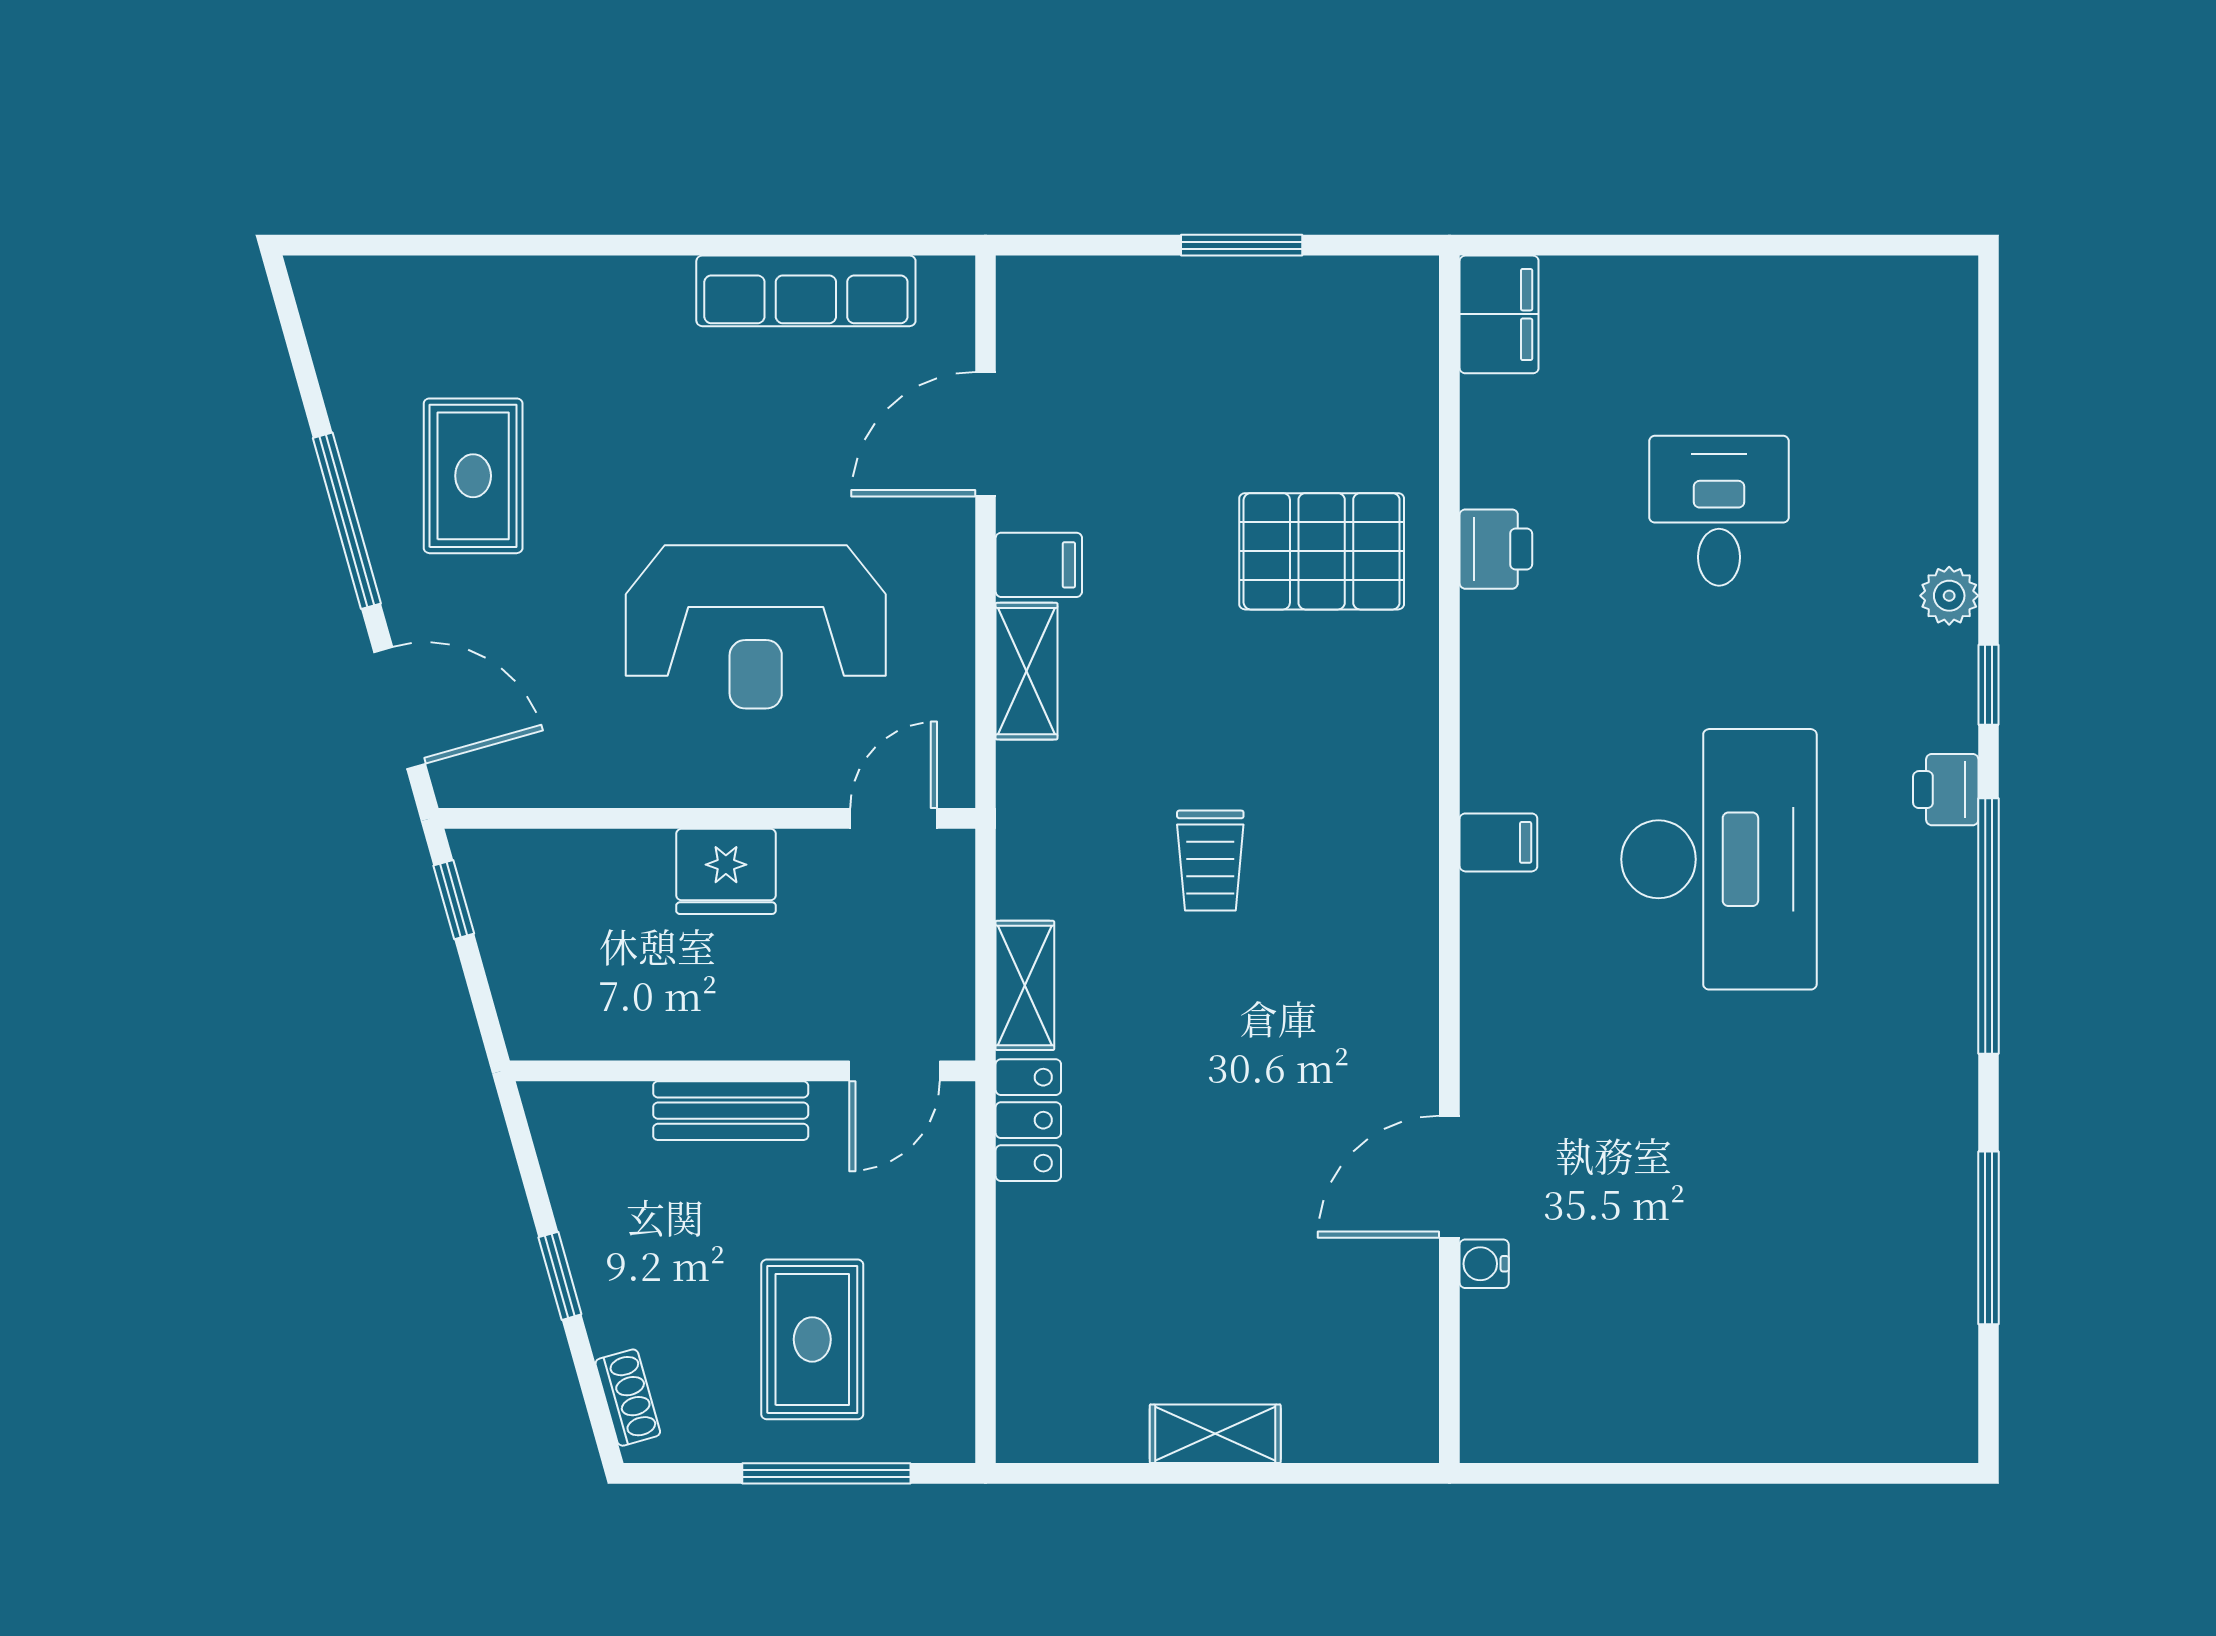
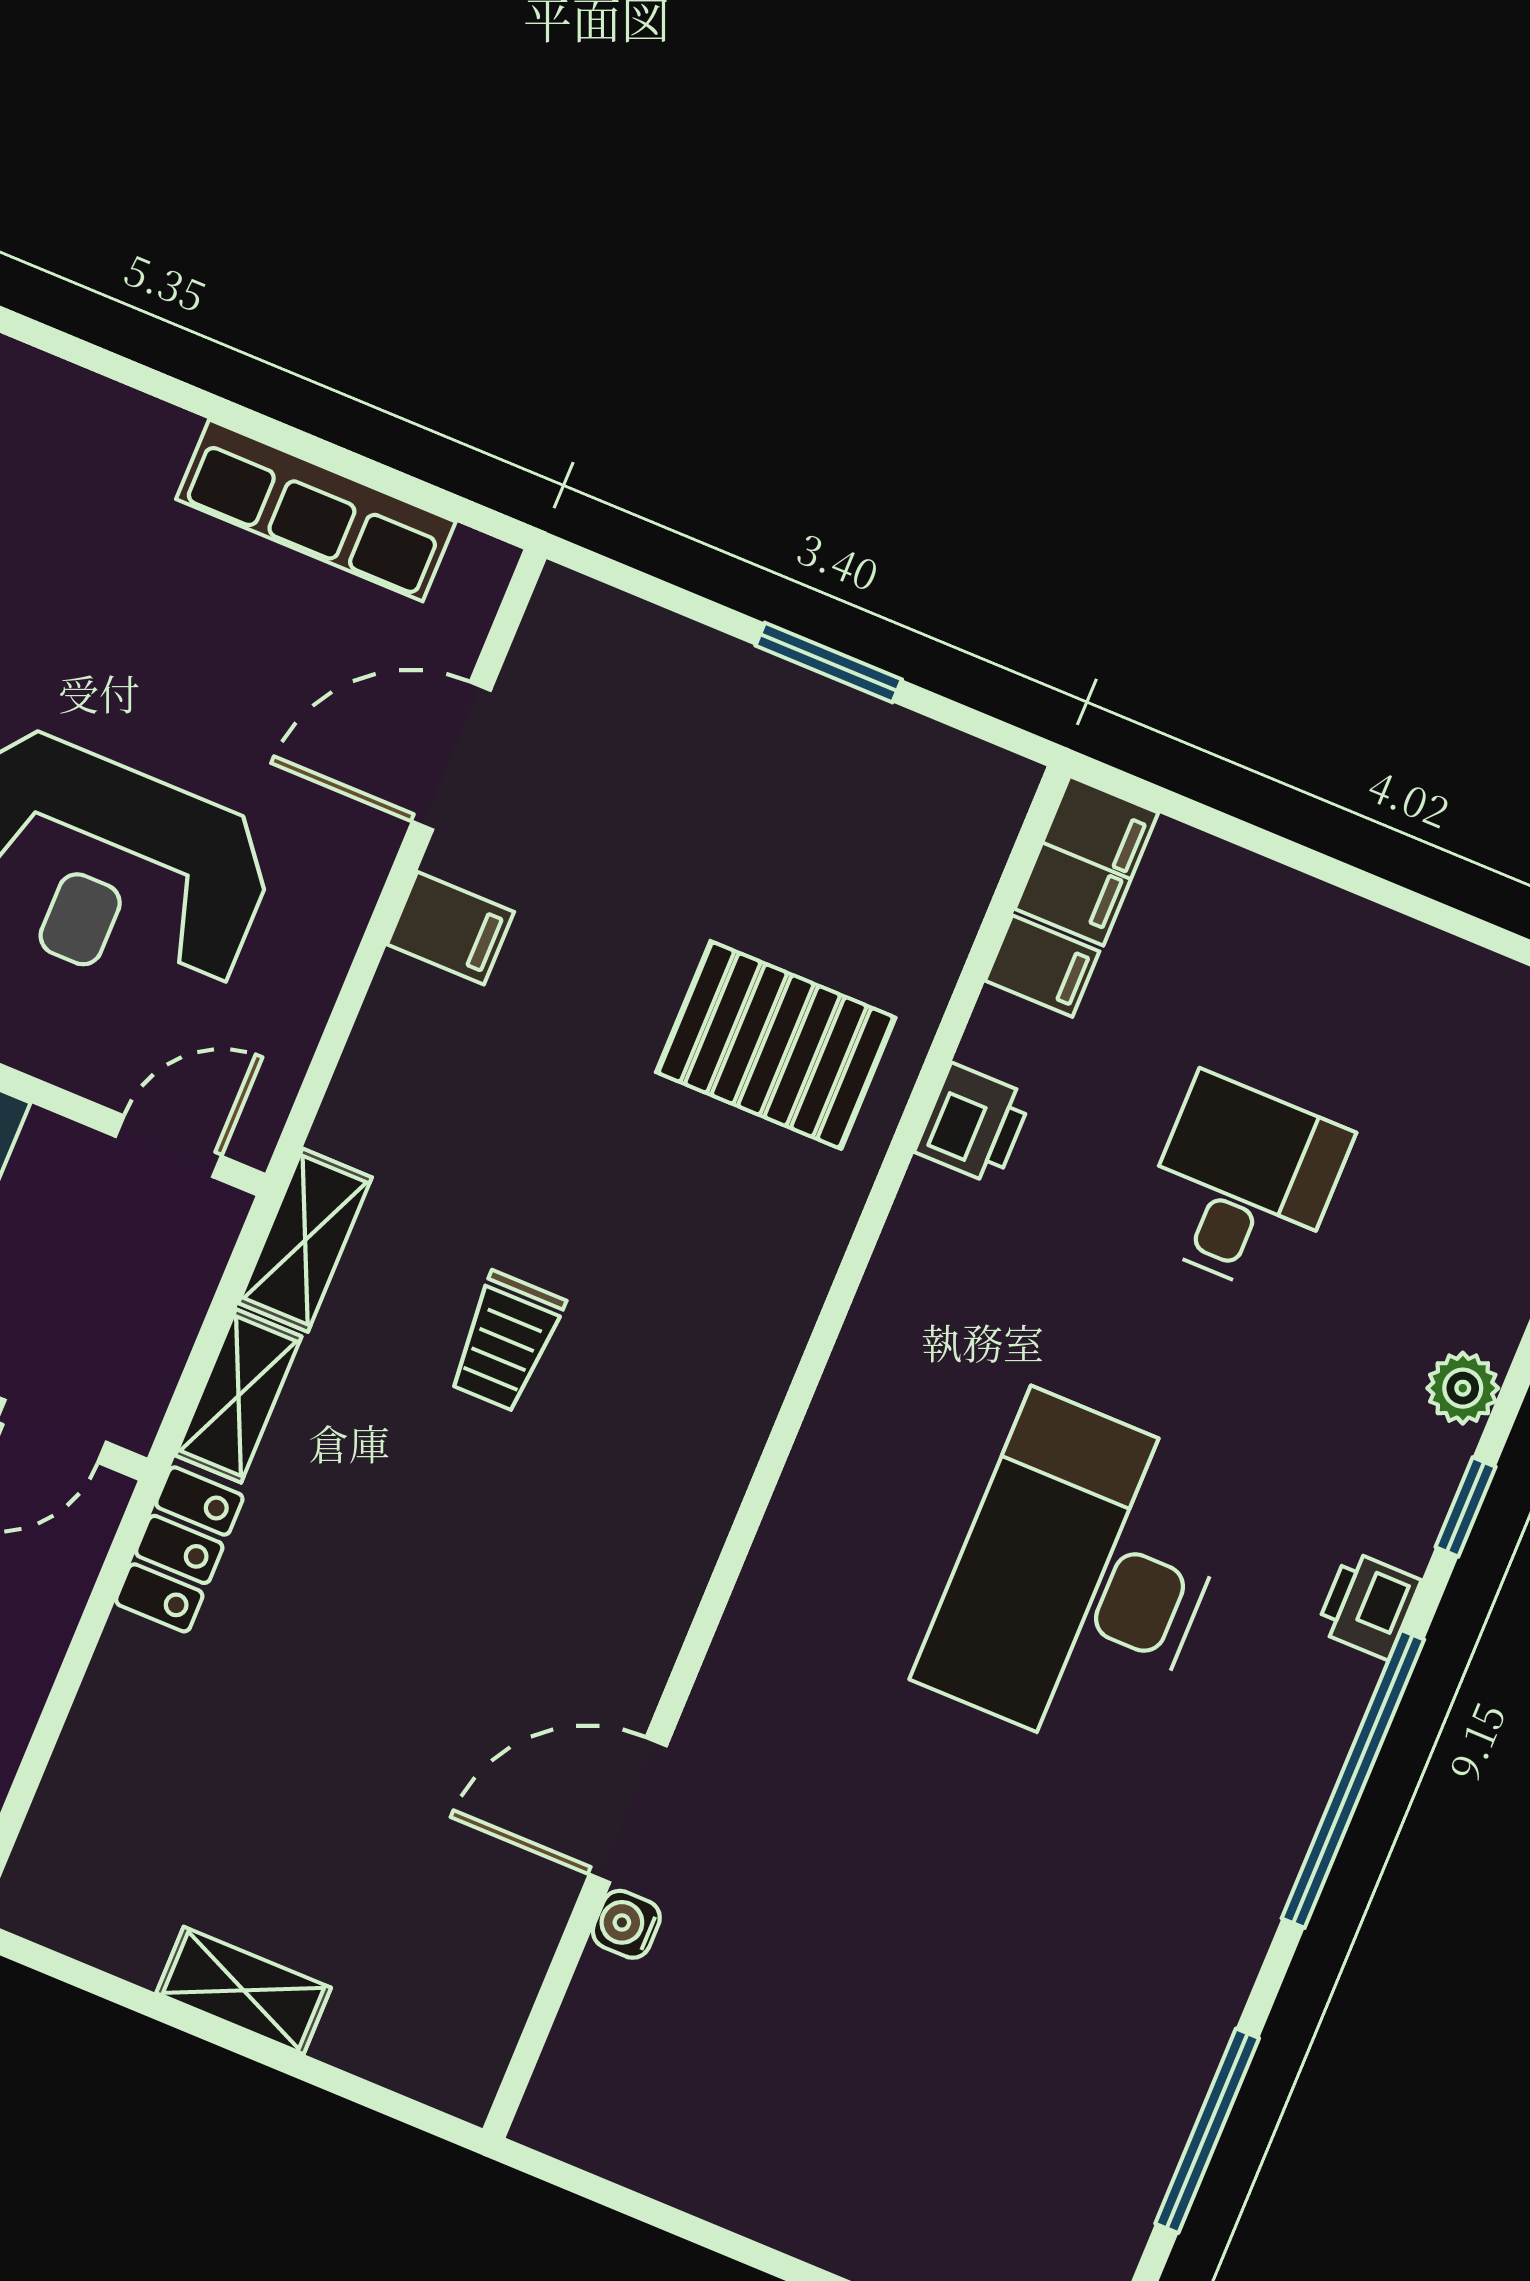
shelving: (1027, 671) -> (305, 1240), moved
filing cabinet: (1498, 842) -> (1042, 966), moved
desk: (1719, 859) -> (1080, 1578), turned 180

